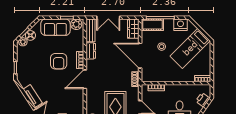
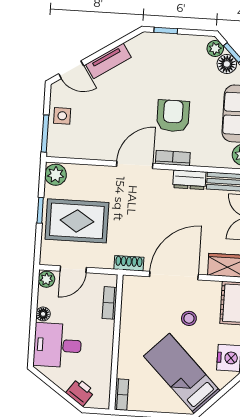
armchair: (59, 61) -> (173, 116), turned 90
door: (85, 79) -> (135, 165), hinge flipped

